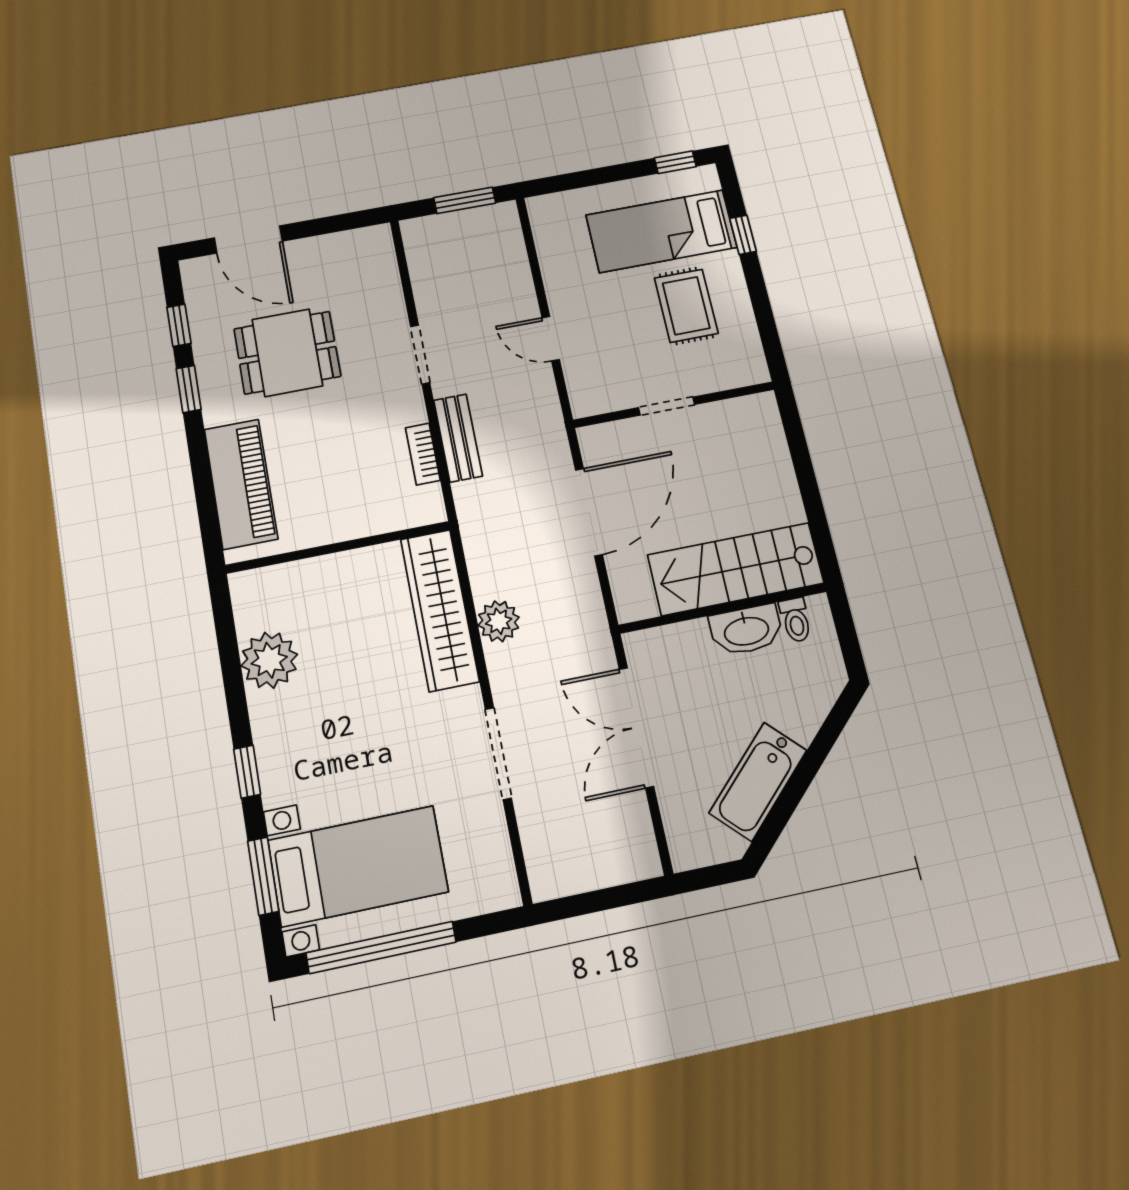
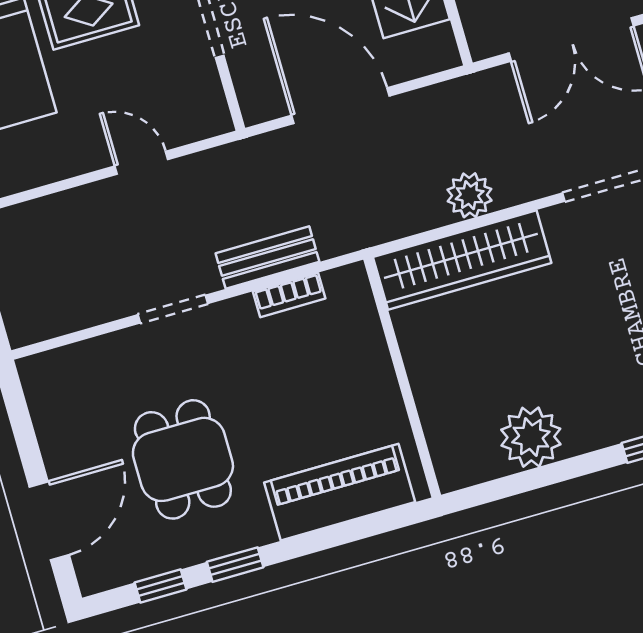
door: (551, 339) -> (141, 163), swing flipped

